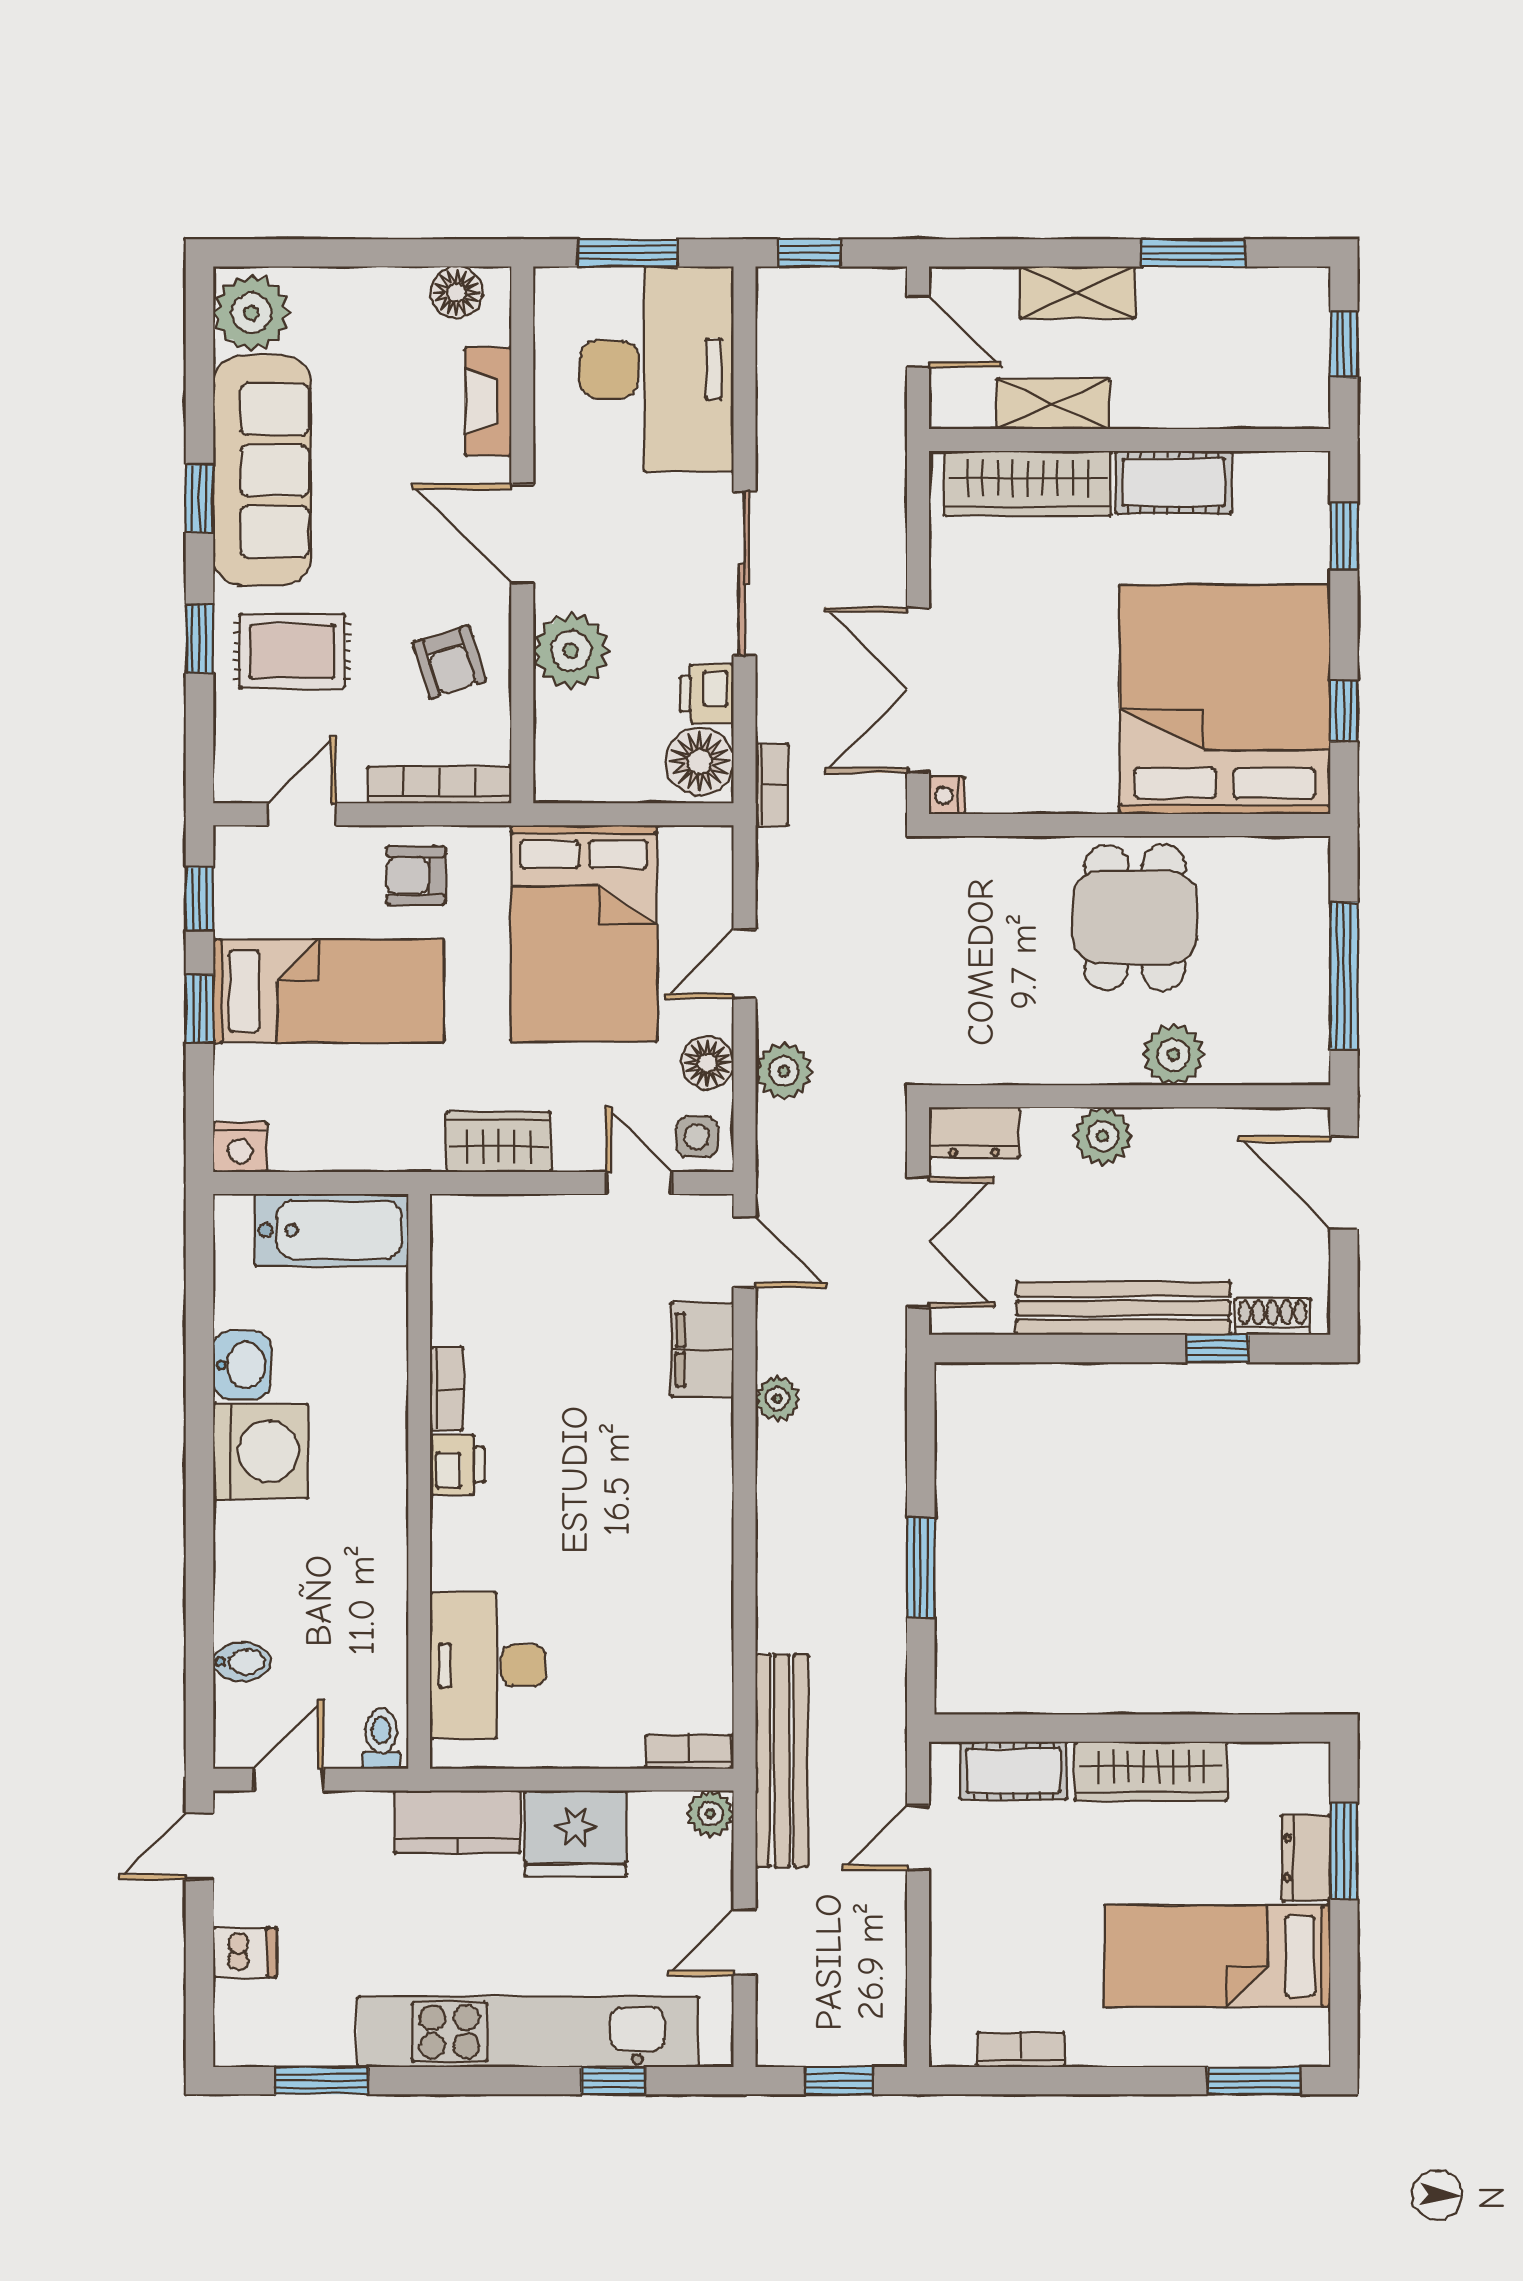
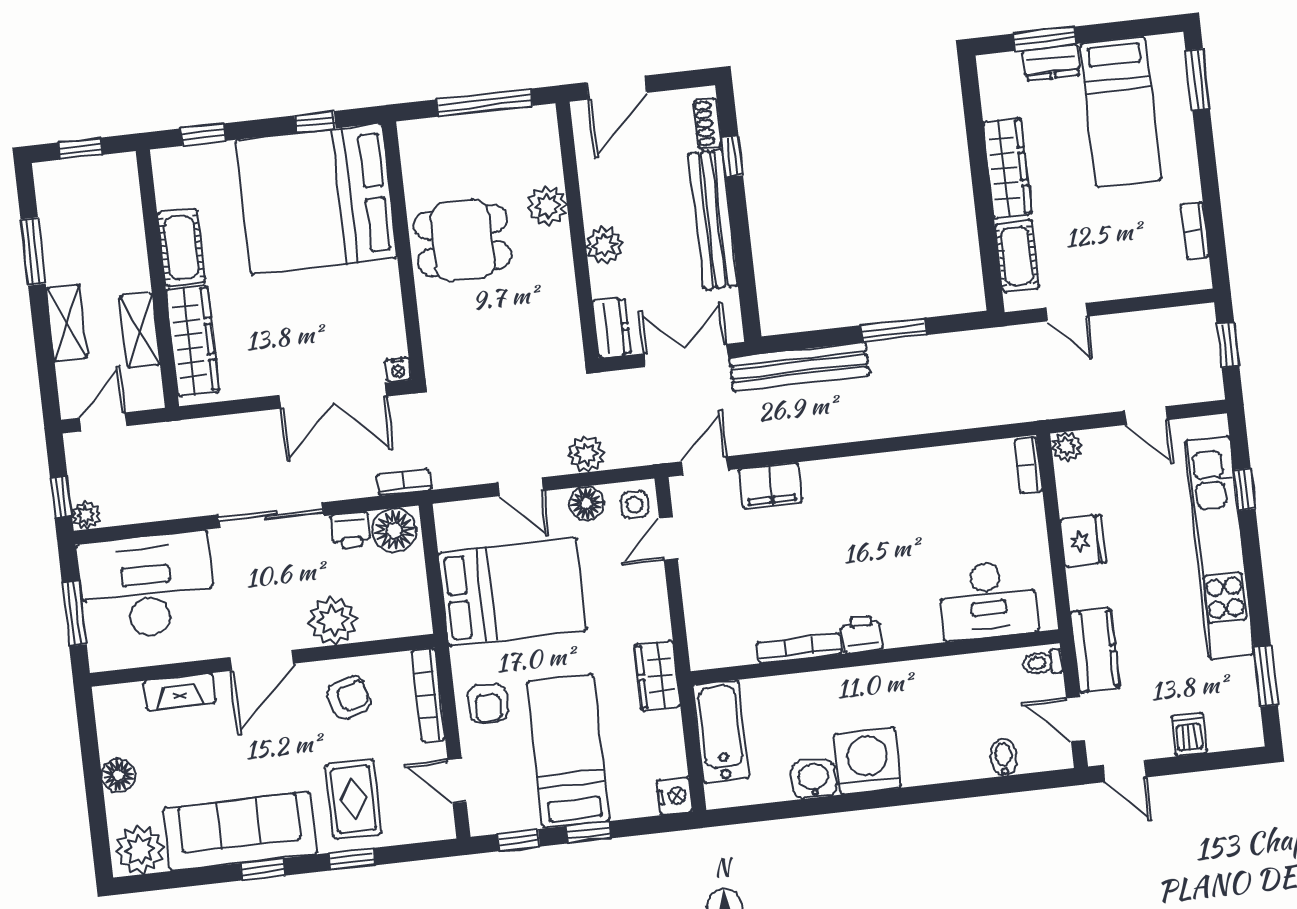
floor lamp: (457, 292) -> (118, 775), moved
wardrobe: (499, 1142) -> (657, 676), moved
bookcase: (447, 1389) -> (799, 648), width x1.56
plant: (777, 1399) -> (86, 515), moved
bench: (782, 1761) -> (799, 367), moved
kitchen counter: (457, 1822) -> (1095, 650), moved
fridge: (576, 1834) -> (1083, 541), width x0.73, depth x0.75

